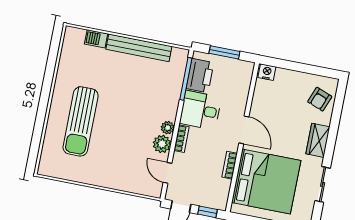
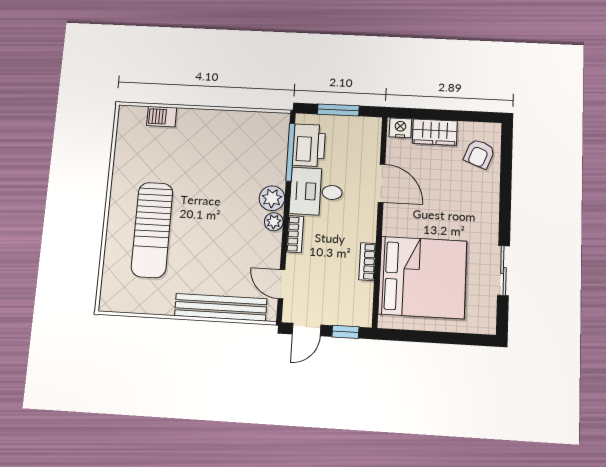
bench: (139, 48) -> (221, 307), moved
door: (244, 130) -> (382, 183), moved
wardrobe: (318, 140) -> (435, 132), moved, turned -90
plant: (162, 144) -> (272, 198), moved

